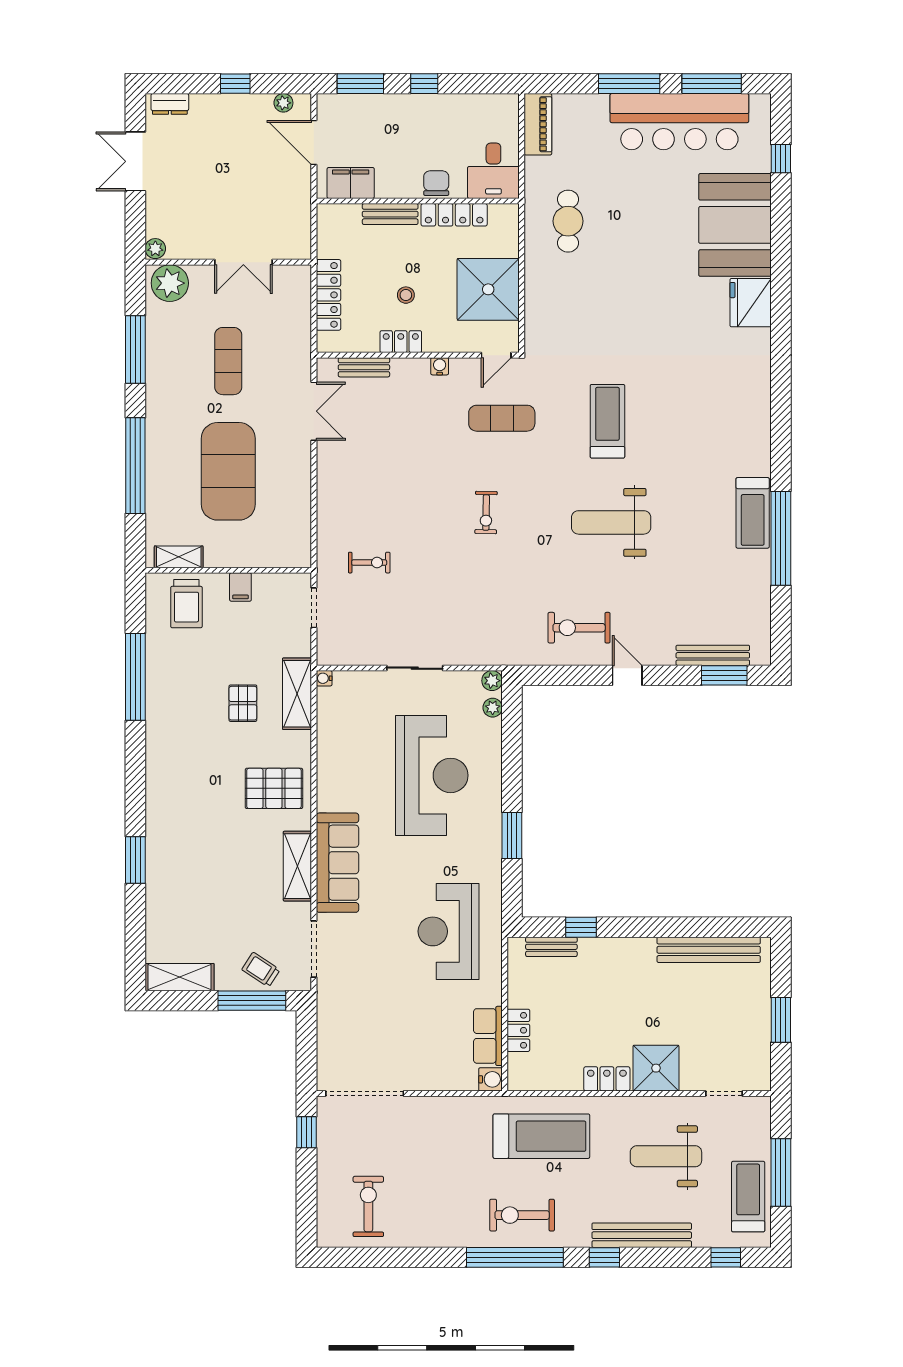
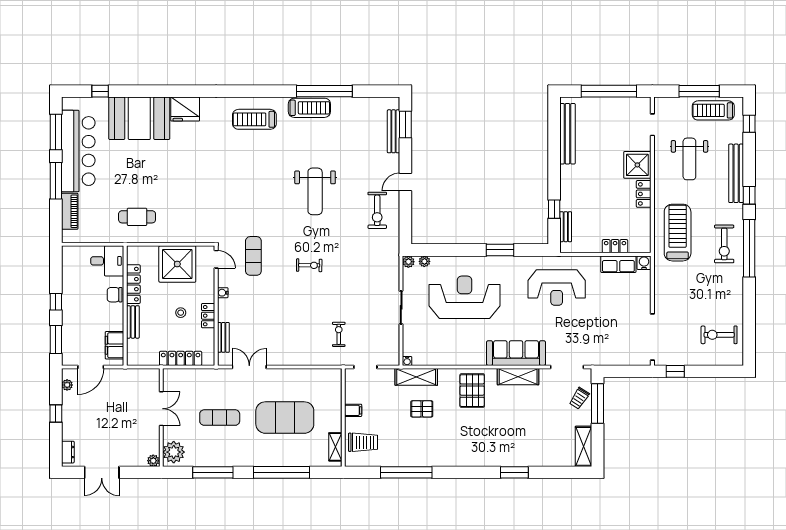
piano: (538, 124) -> (70, 211), moved, turned 90
treadmill: (607, 421) -> (254, 119), moved
window: (781, 1020) -> (609, 91), width x2.11

